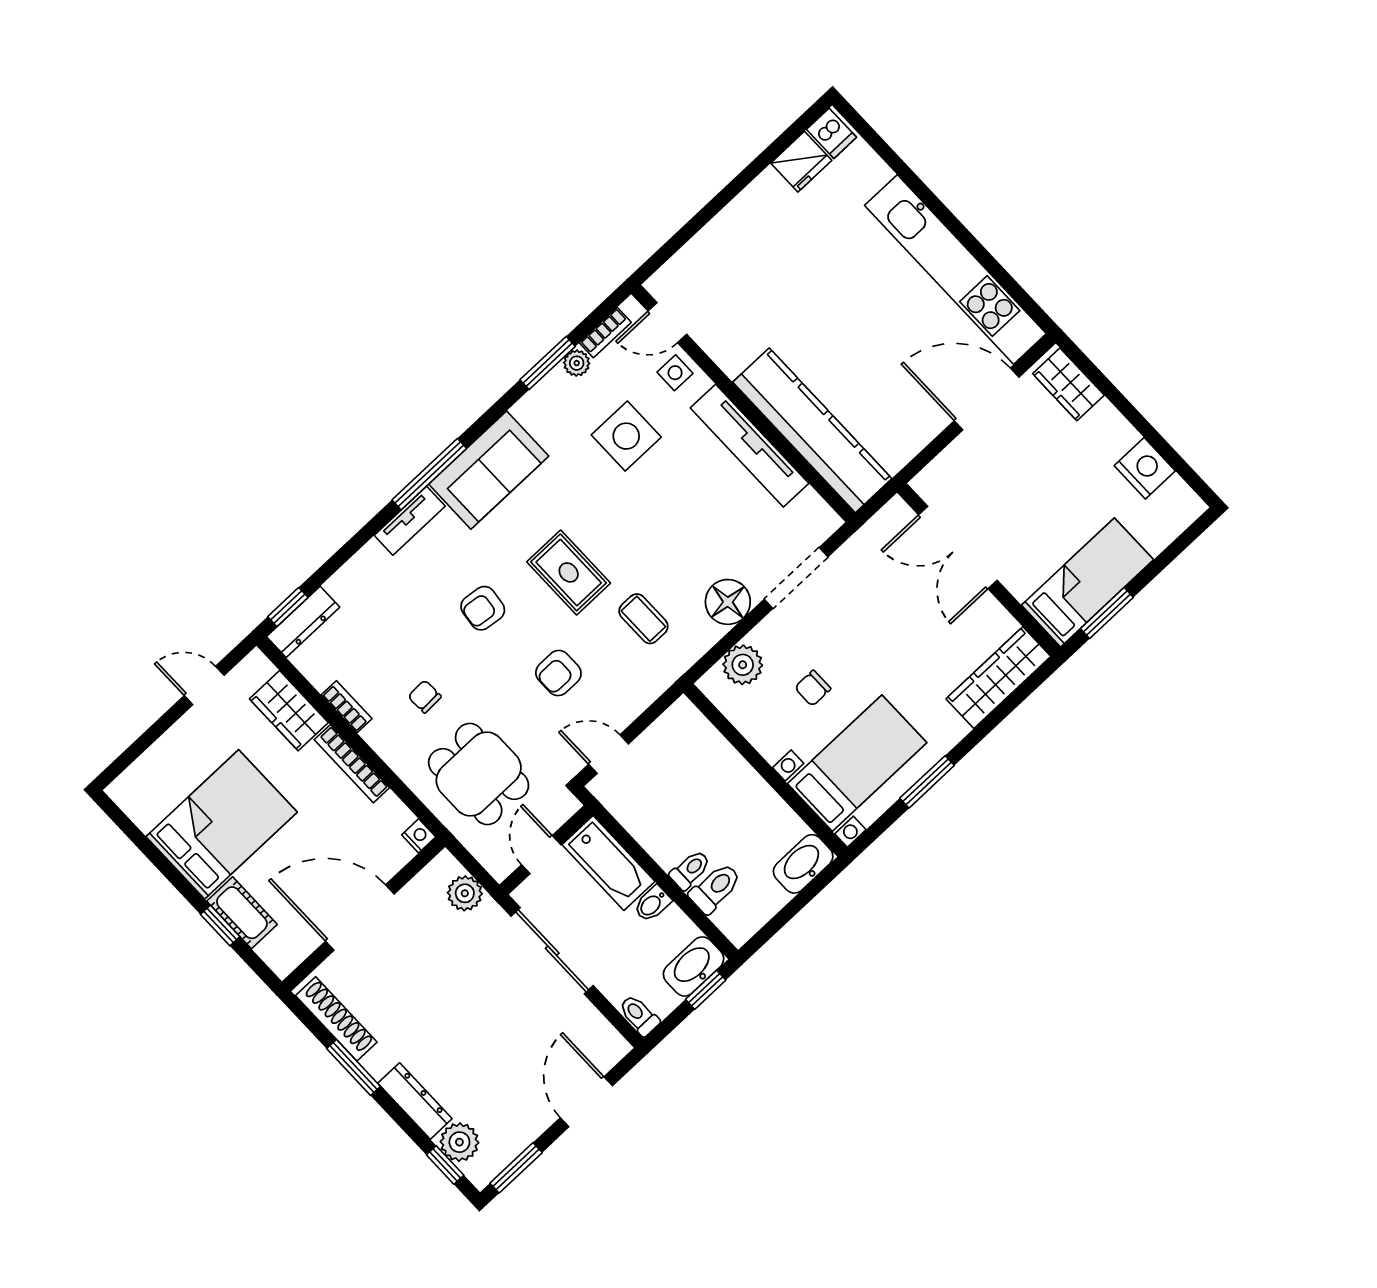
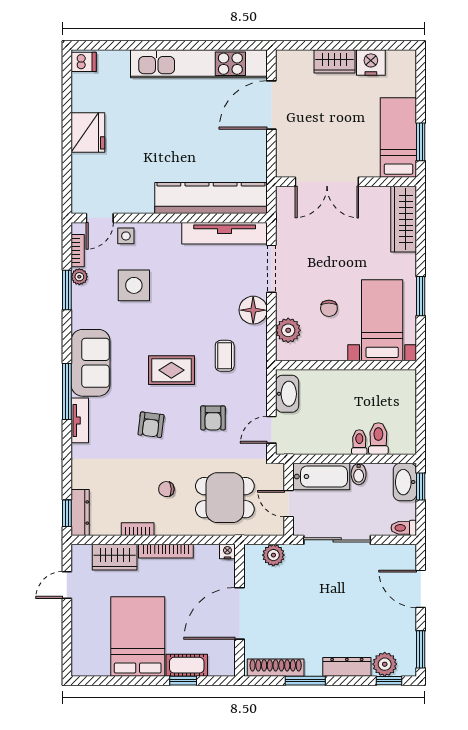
fridge: (801, 162) -> (88, 133), moved, width x1.36, depth x1.34
wardrobe: (1068, 384) -> (335, 61), moved
tv unit: (750, 446) -> (225, 233), moved
coffee table: (643, 619) -> (225, 356), turned 90
washbasin: (803, 864) -> (287, 394), moved, turned 180

